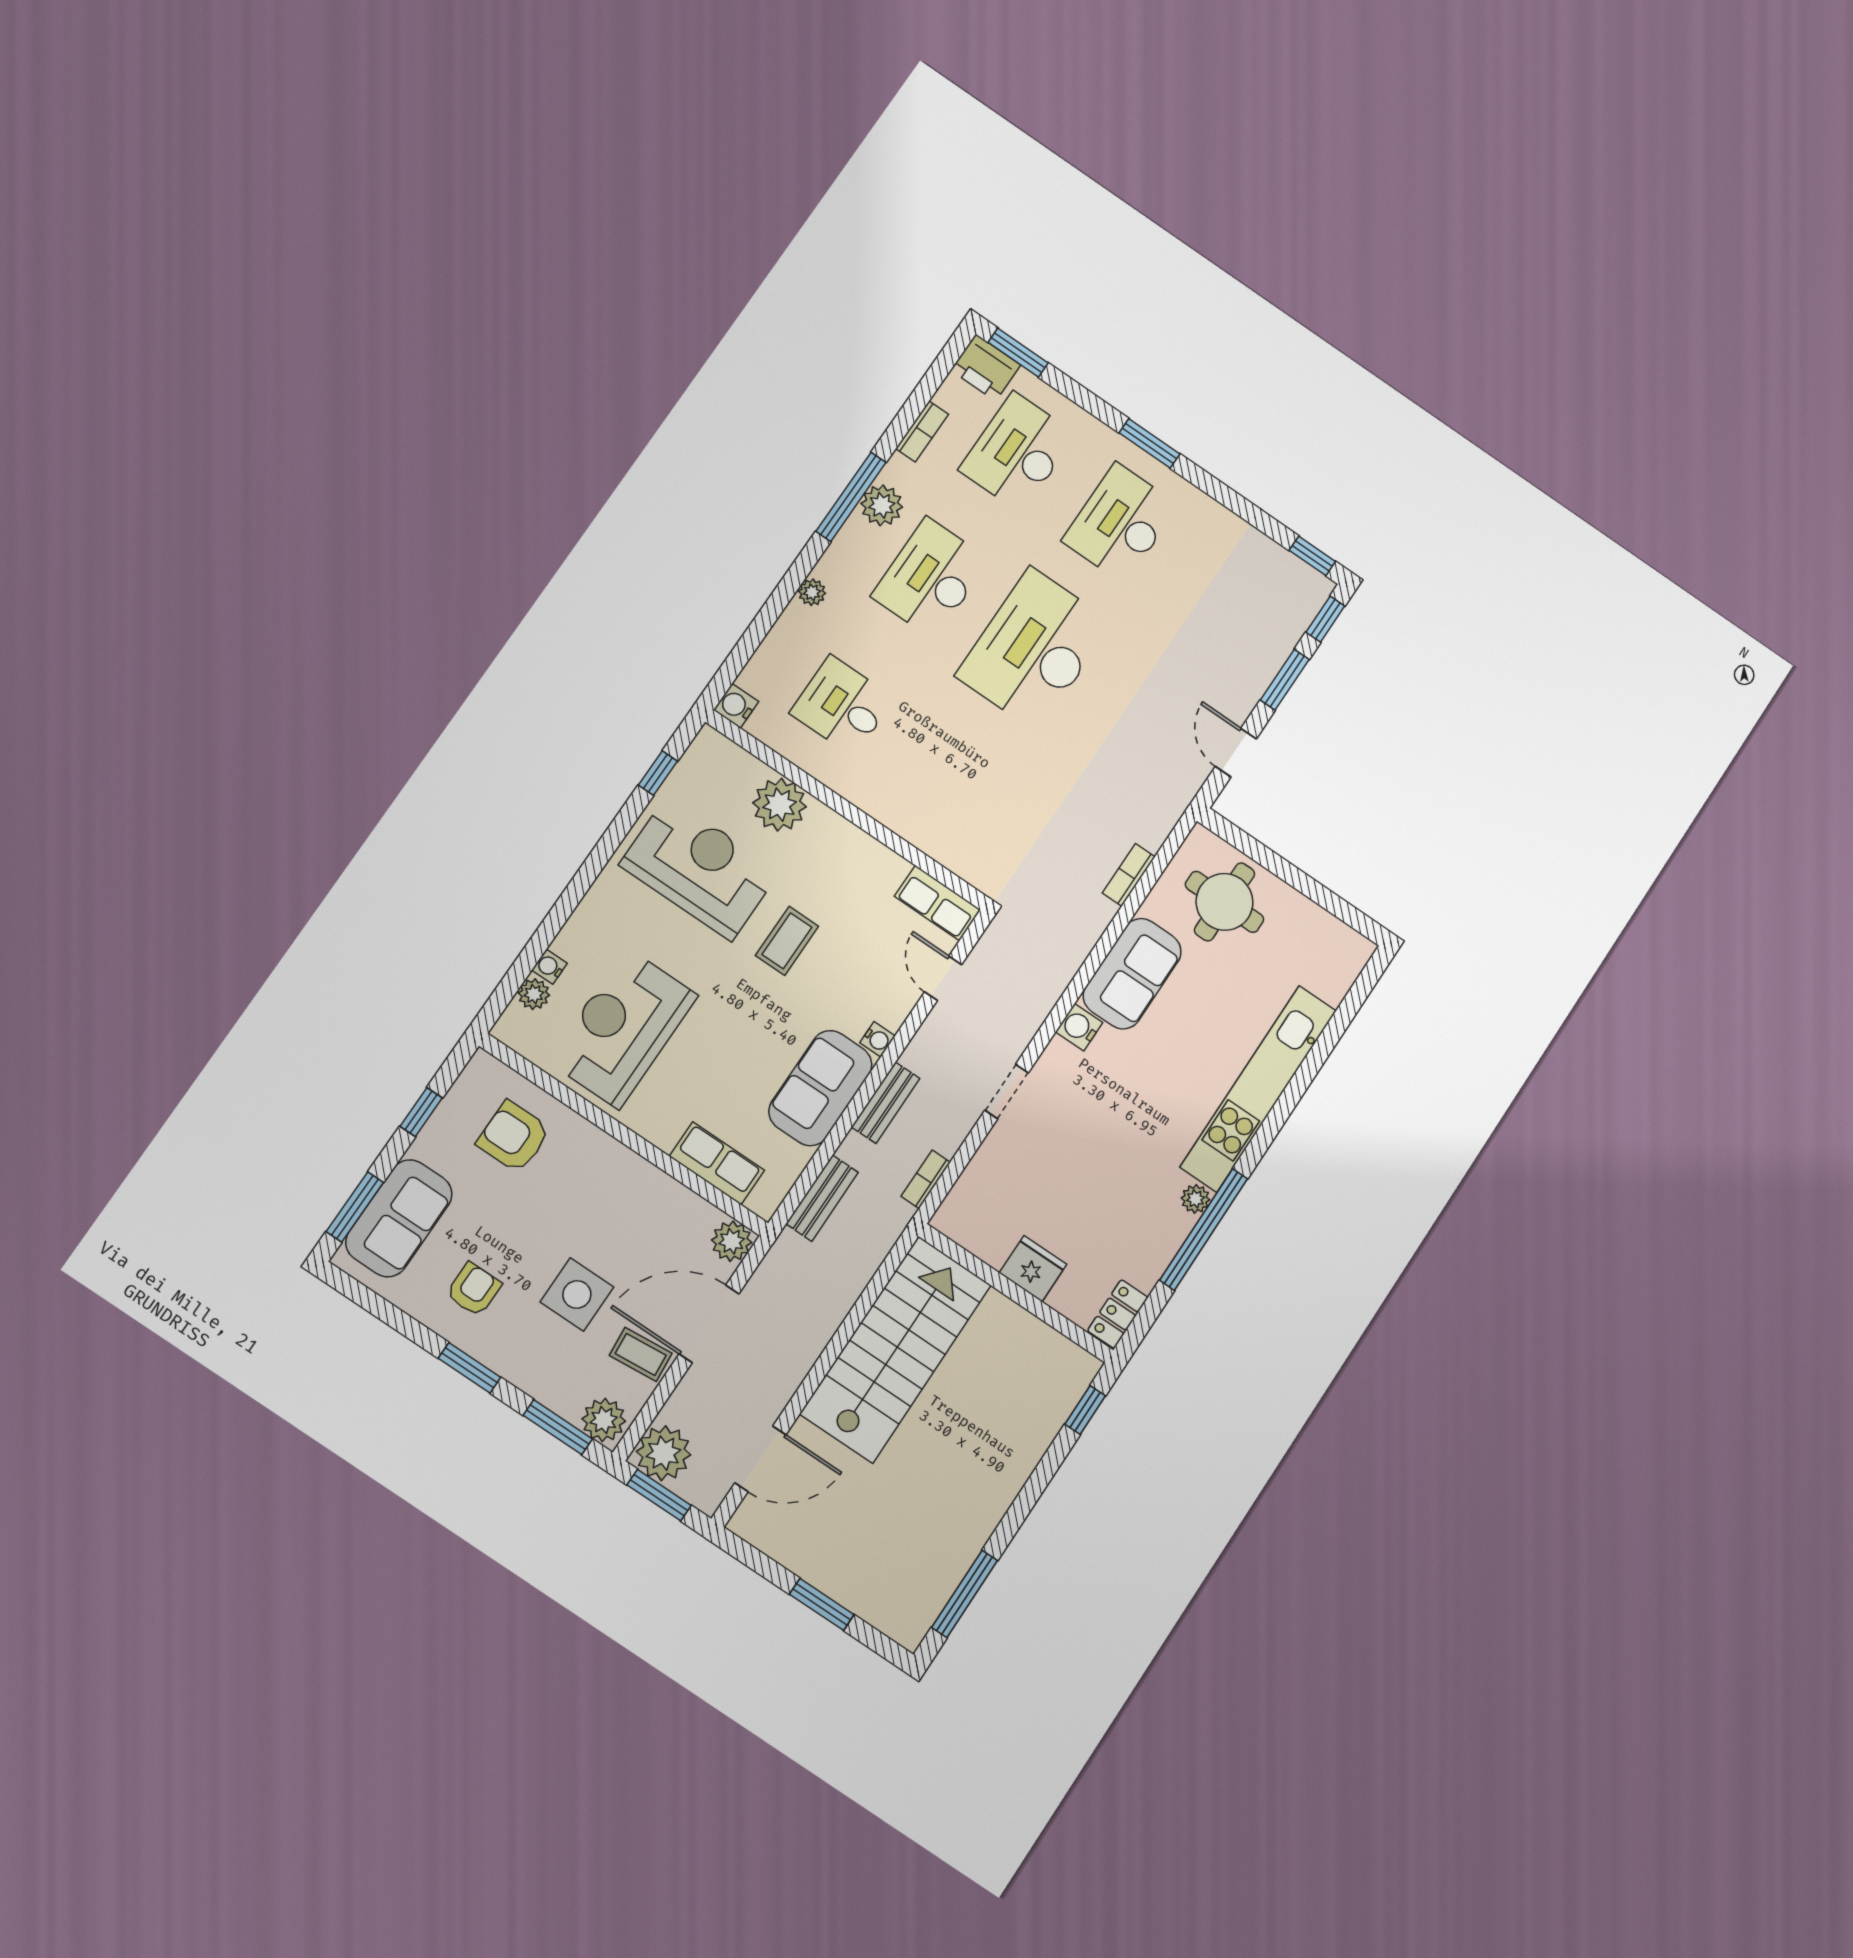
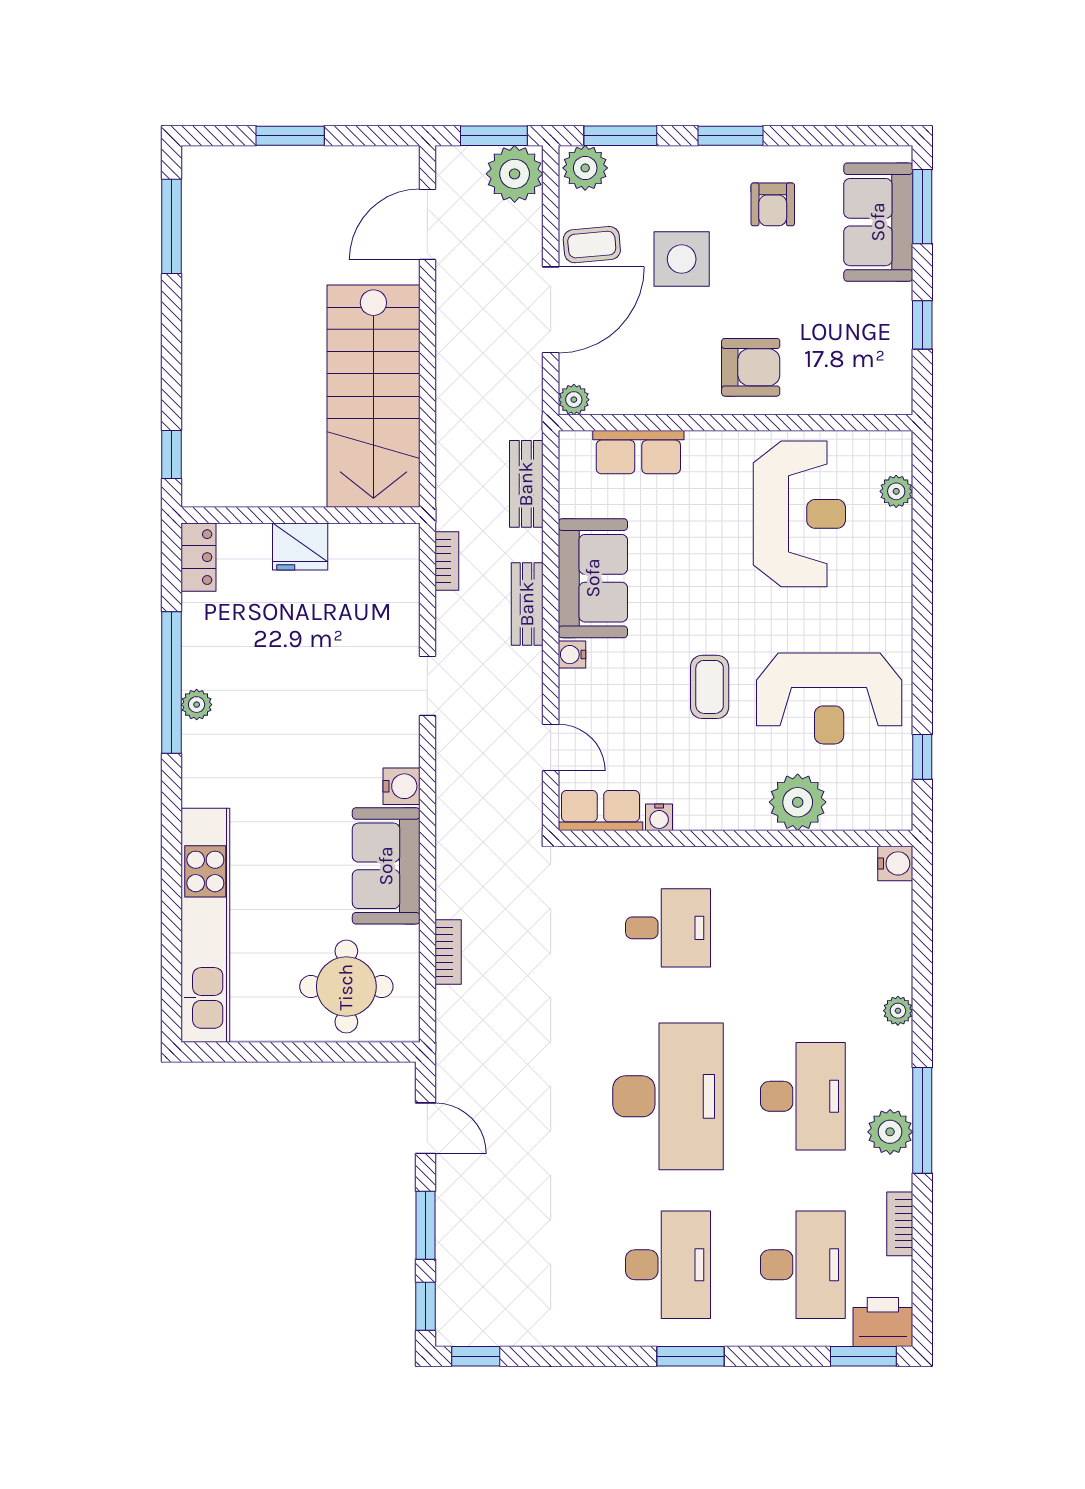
desk: (842, 706) -> (668, 928), moved
water cooler: (550, 967) -> (659, 817), moved, turned 90
kitchen unit: (1258, 1089) -> (205, 925), moved
armchair: (514, 1137) -> (751, 367), moved
plant: (732, 1241) -> (574, 400), width x0.73, depth x0.73

